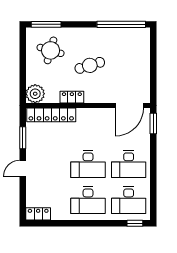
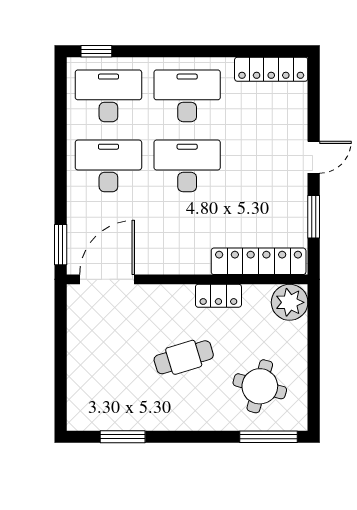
window: (121, 24) -> (123, 437), width x0.47
locker: (38, 214) -> (271, 69), width x1.53

